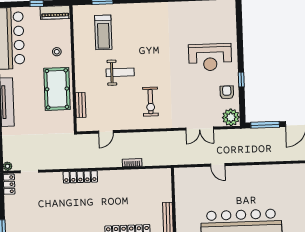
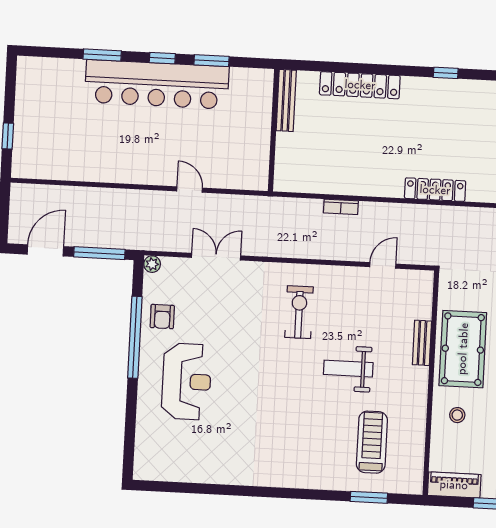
reception desk: (210, 57) -> (187, 382), turned 90
window: (241, 79) -> (135, 337), width x3.17
bench: (81, 105) -> (422, 343), moved
plant: (231, 117) -> (152, 264), width x0.53, depth x0.53

